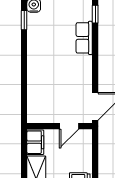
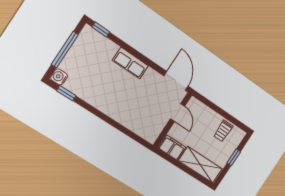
row of seats: (84, 38) -> (130, 63), moved

